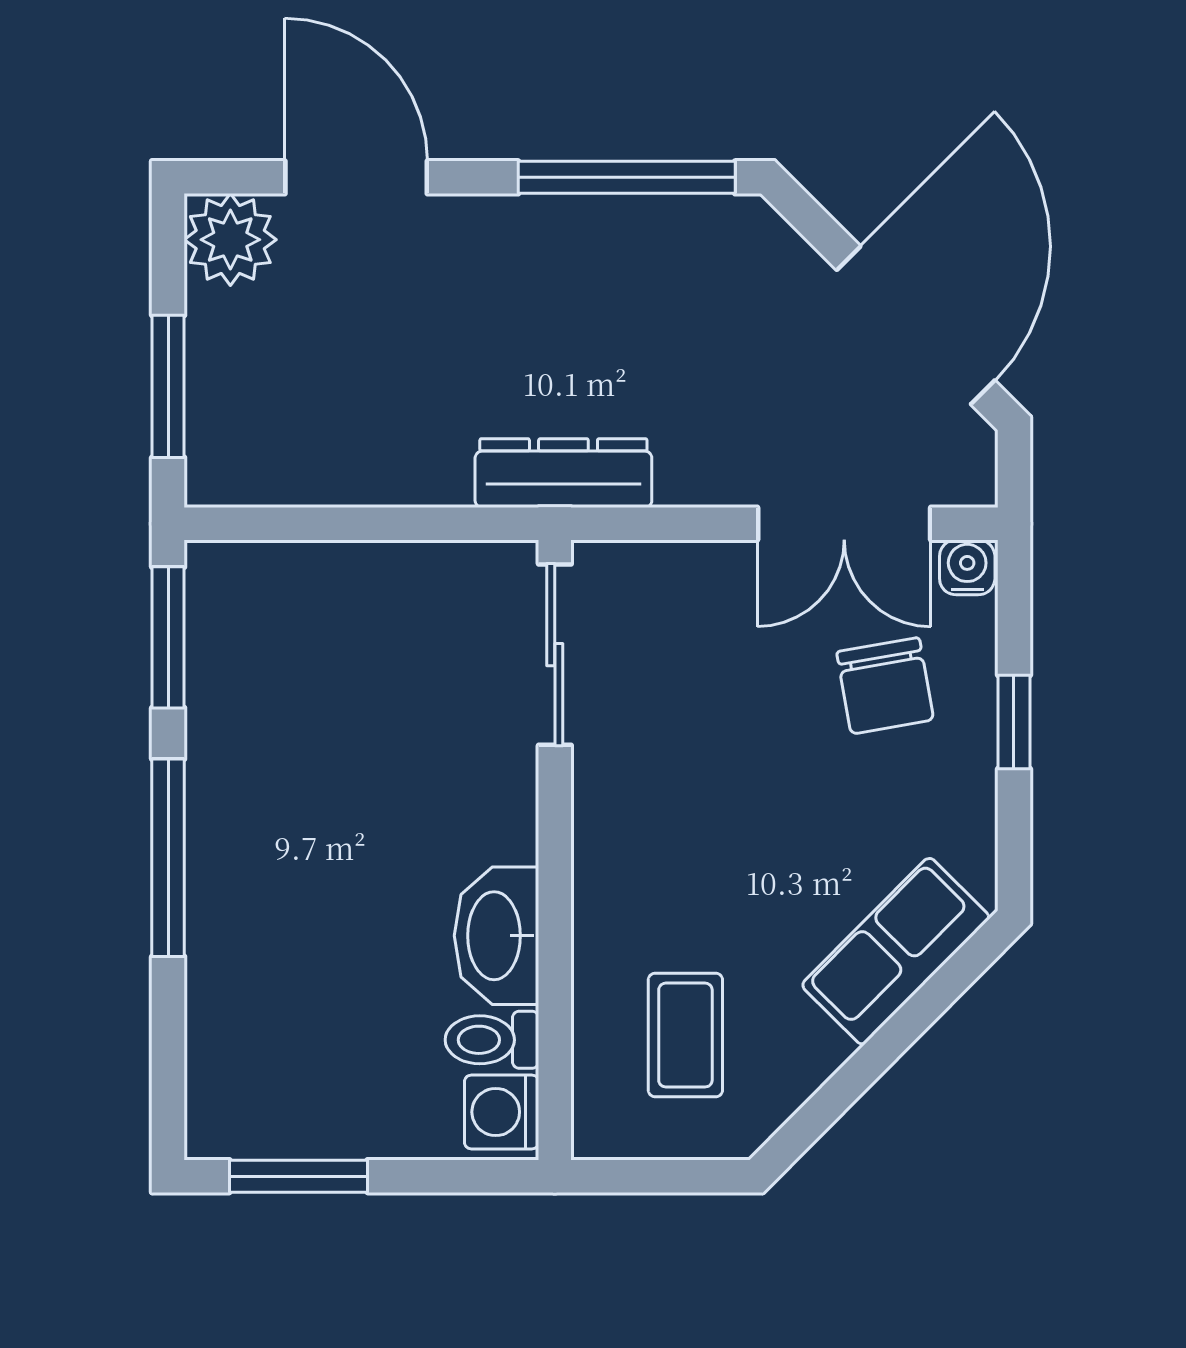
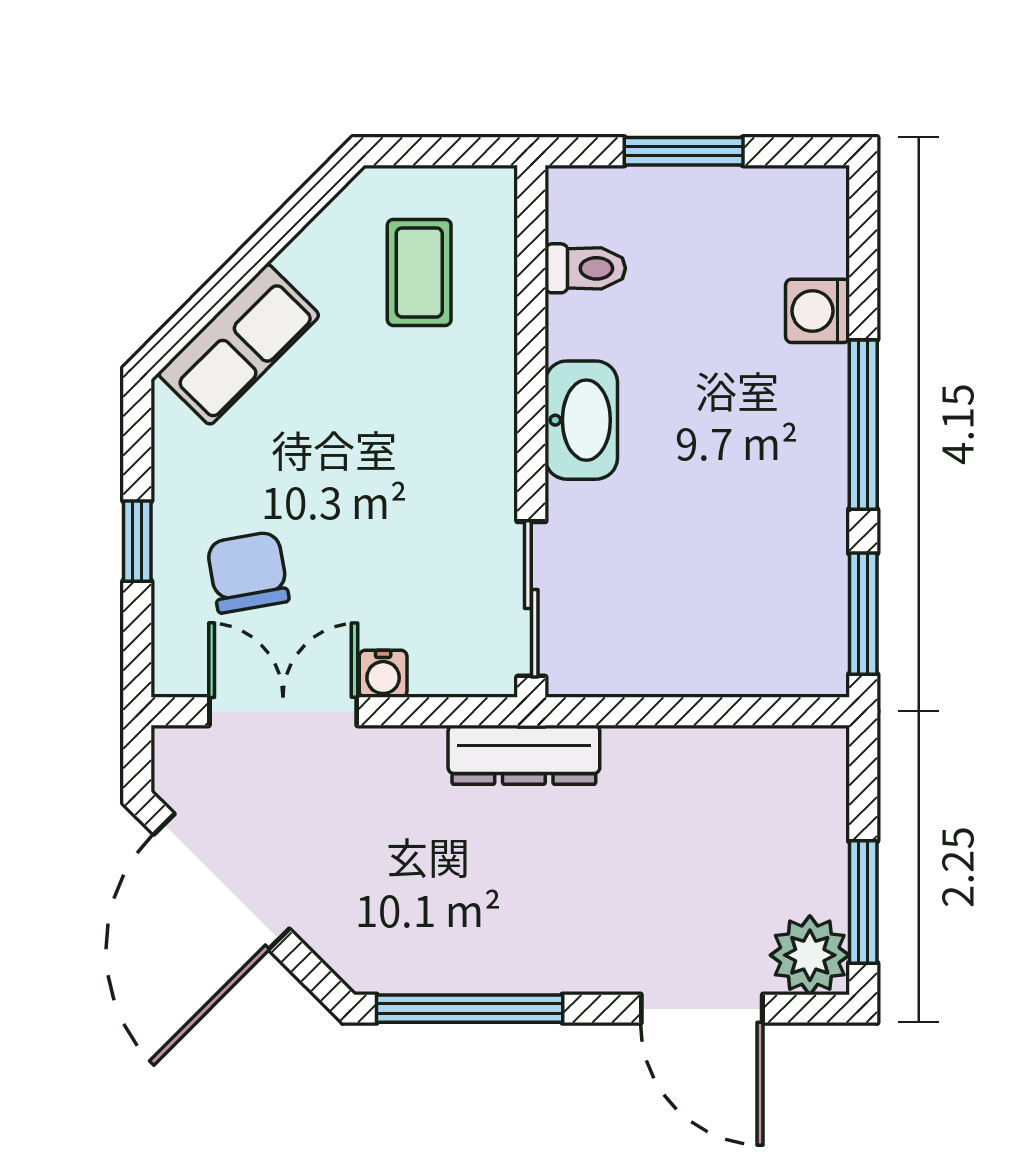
window: (168, 386) -> (863, 902), moved
water cooler: (967, 567) -> (383, 674), moved
washbasin: (497, 936) -> (581, 420), moved
washing machine: (502, 1112) -> (818, 311), moved, turned 180
window: (299, 1176) -> (684, 151), moved

